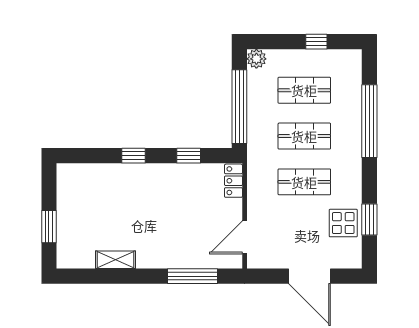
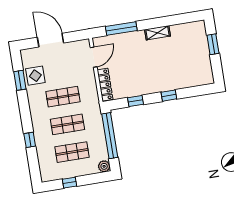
window: (369, 121) -> (30, 140), width x0.32
locker: (233, 181) -> (105, 85), width x1.53
shelving: (115, 260) -> (158, 33), moved

